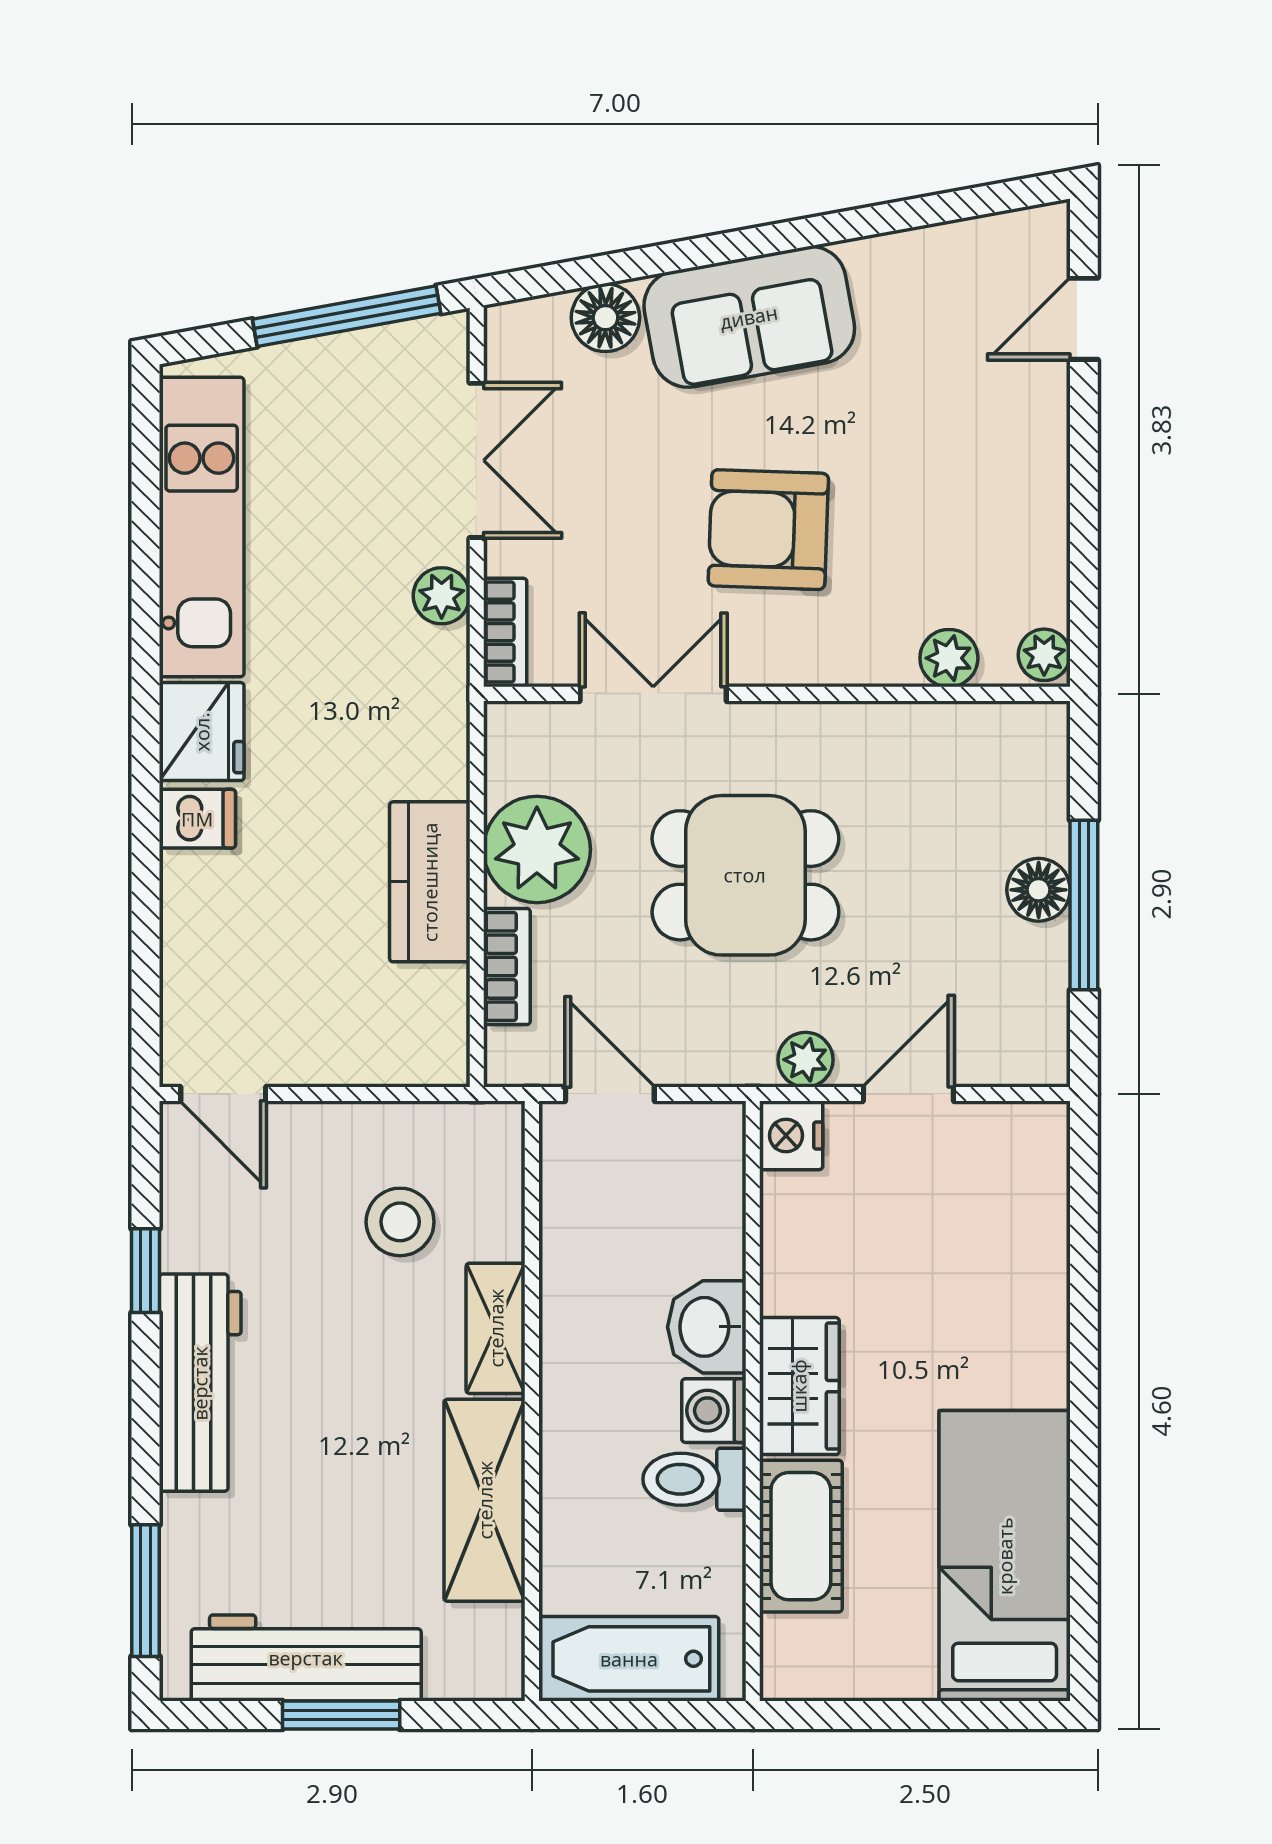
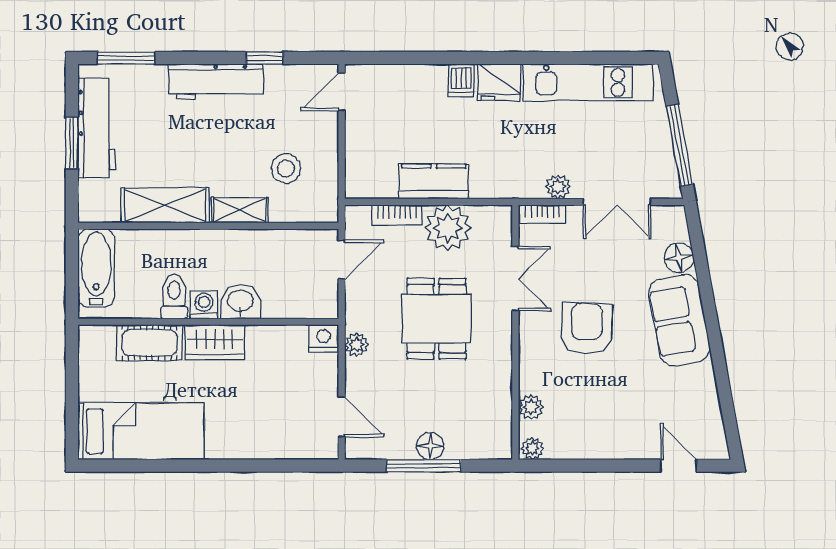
door: (908, 1094) -> (342, 417), moved

